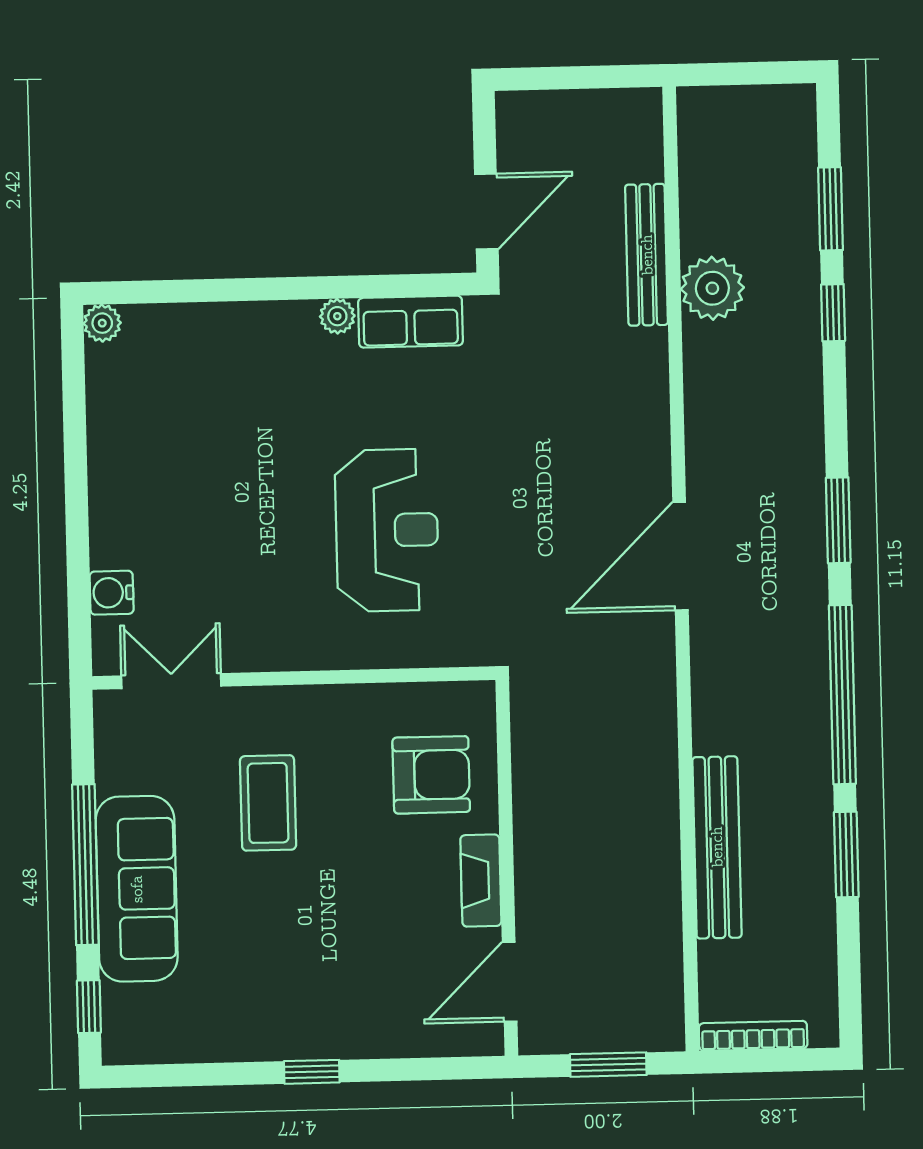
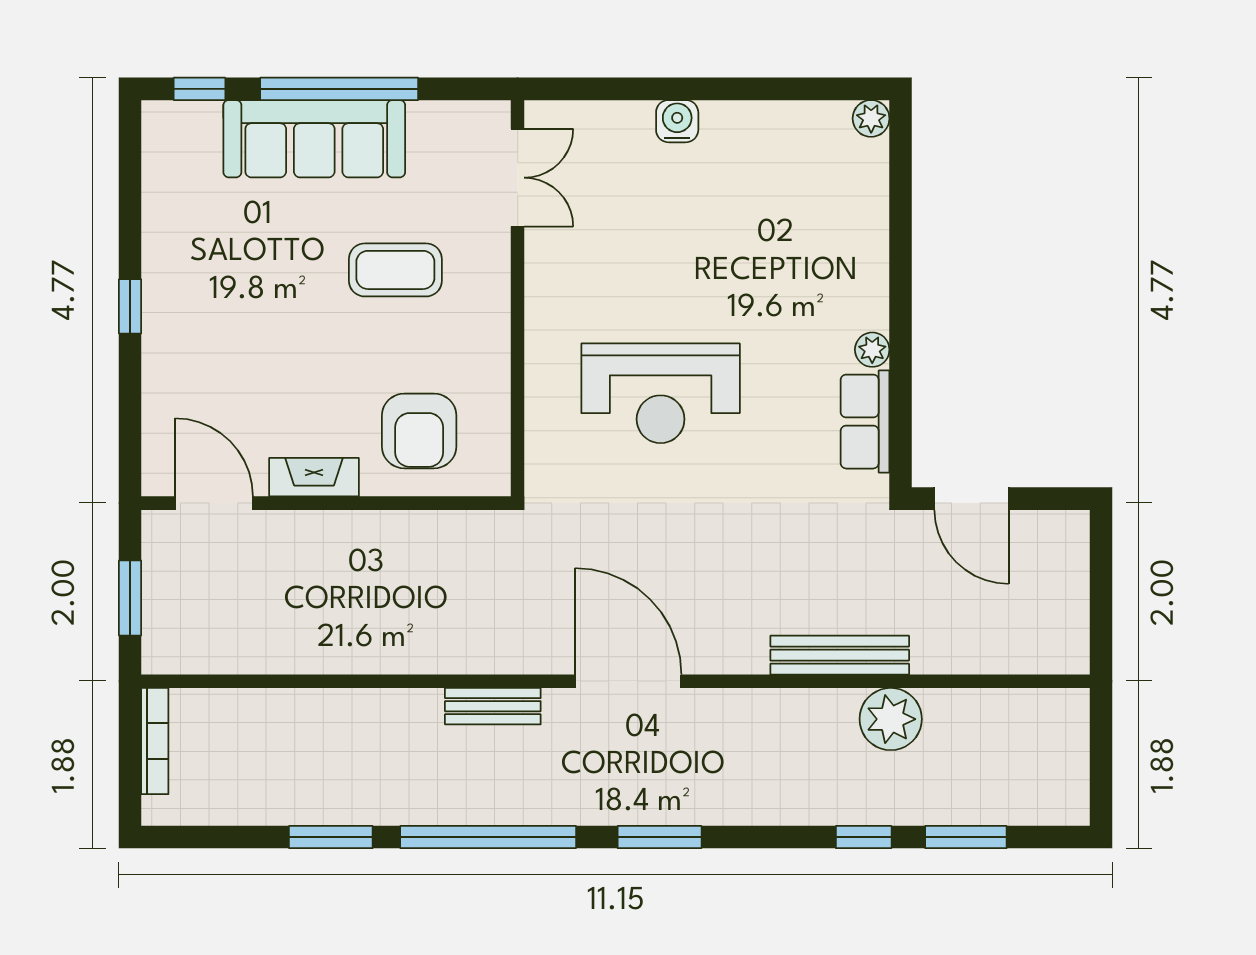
bench: (647, 255) -> (840, 655), moved
water cooler: (112, 593) -> (677, 121), moved
bench: (717, 847) -> (493, 706), moved, width x0.54, depth x0.82

